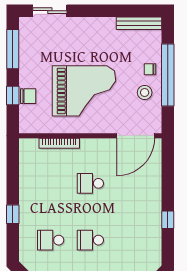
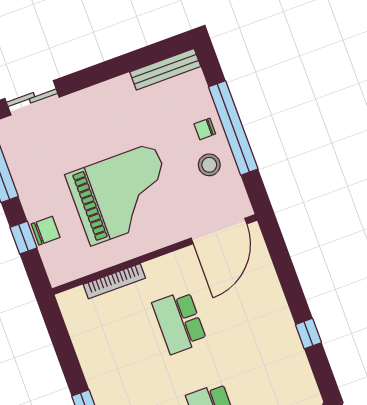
school desk: (90, 183) -> (179, 322), width x1.85

